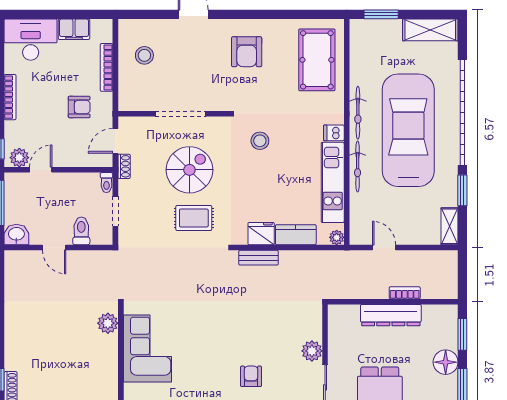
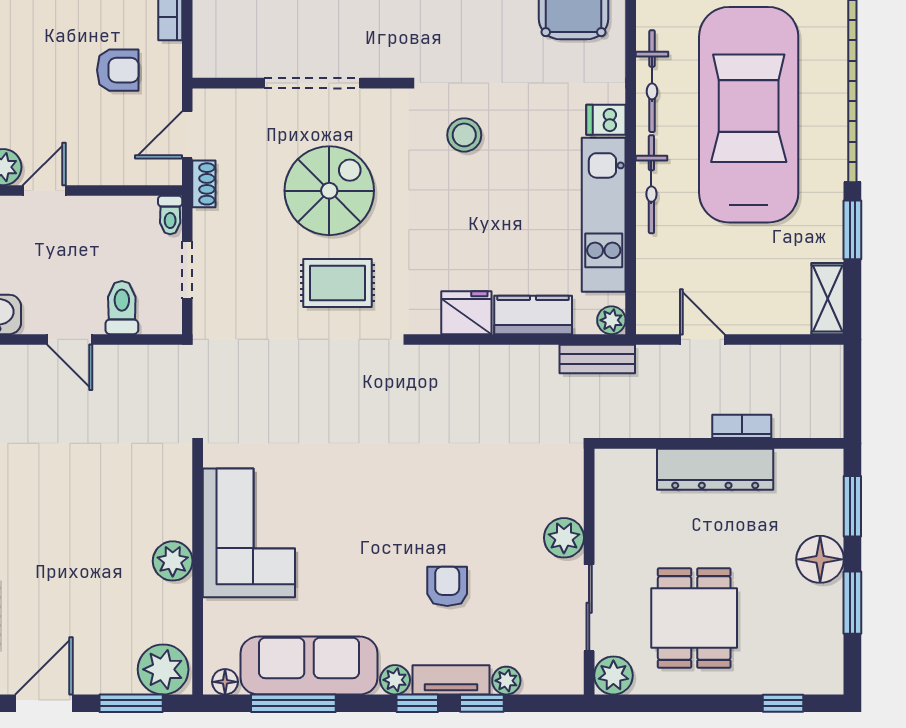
bench: (259, 258) -> (597, 359), moved
plant: (108, 323) -> (173, 561), moved

